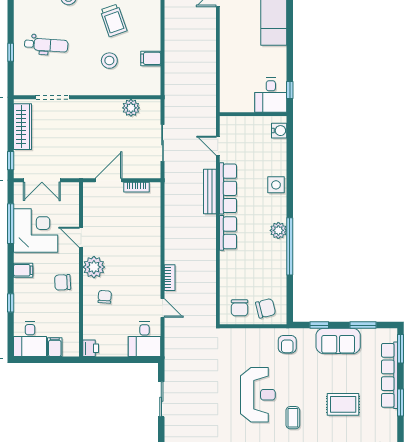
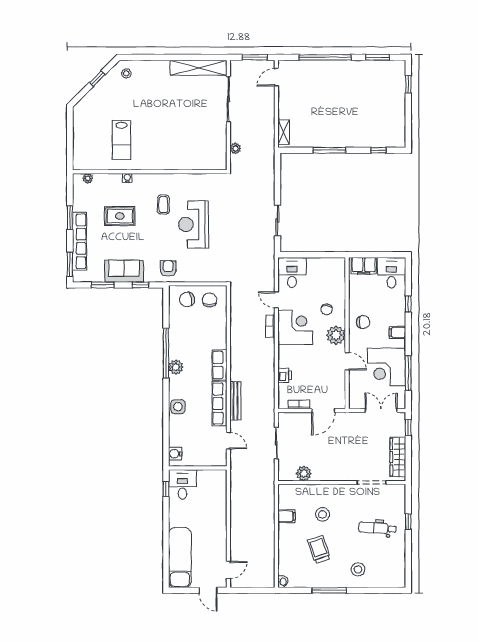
corner desk: (141, 276) -> (295, 327), added
filing cabinet: (55, 347) -> (364, 266), width x2.00
printer: (91, 348) -> (285, 375), moved, turned 180

